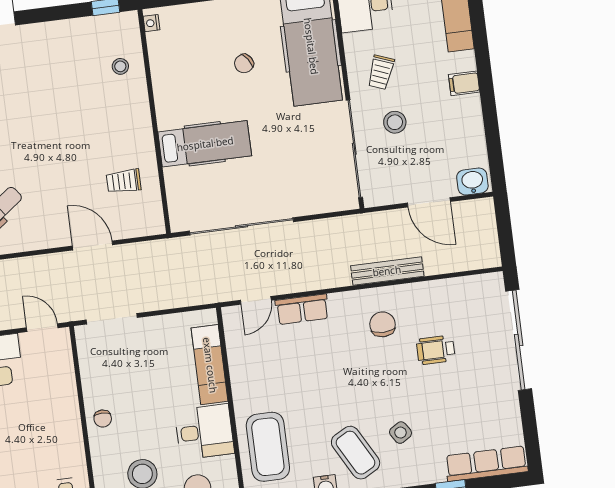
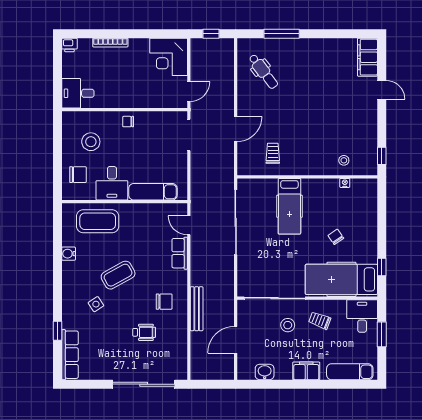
nightstand: (151, 23) -> (345, 183), moved
filing cabinet: (464, 83) -> (306, 371), width x2.00
washbasin: (472, 182) -> (265, 372), moved, turned -90
wheelchair: (436, 350) -> (144, 332), turned 90
coffee table: (356, 453) -> (118, 275), moved

